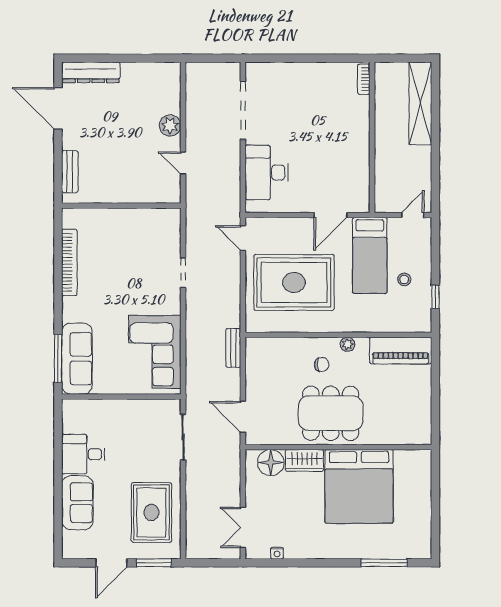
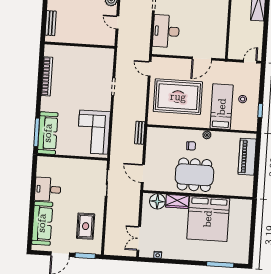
bed: (370, 255) -> (222, 107), moved, turned 180
piano: (401, 351) -> (247, 157), moved, turned 90
sofa: (77, 503) -> (42, 223), width x1.36
rug: (151, 512) -> (86, 226), width x0.73, depth x0.70

